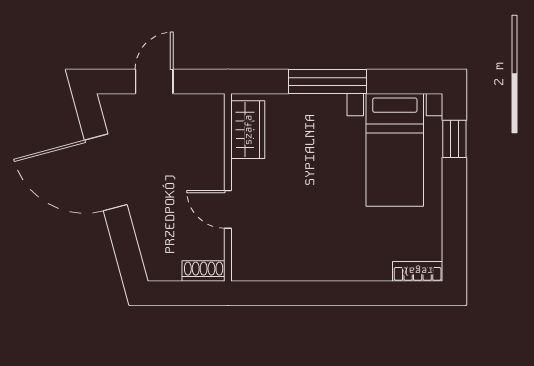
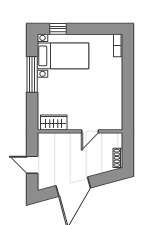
window: (328, 82) -> (32, 74), moved
shoe rack: (204, 271) -> (118, 158), moved

